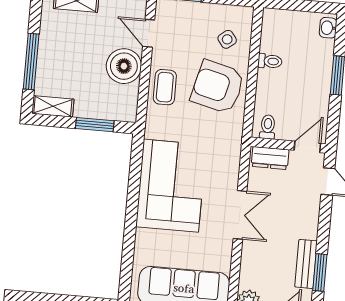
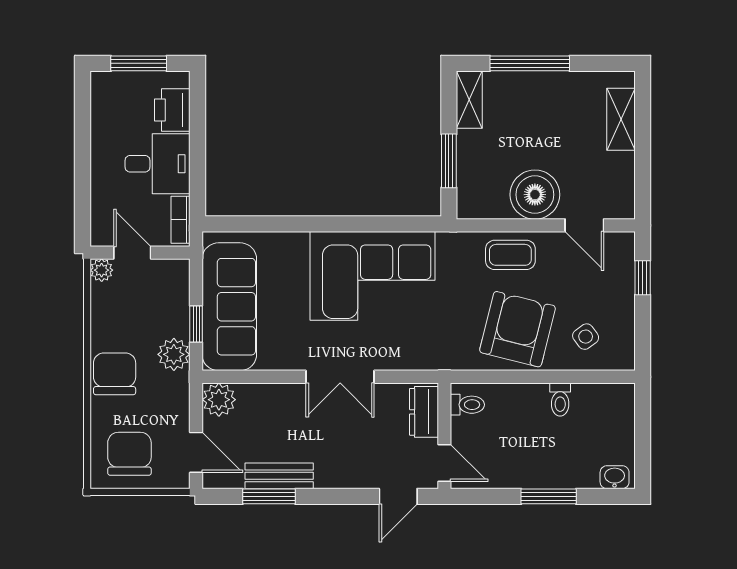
door: (149, 33) -> (584, 225), swing flipped

